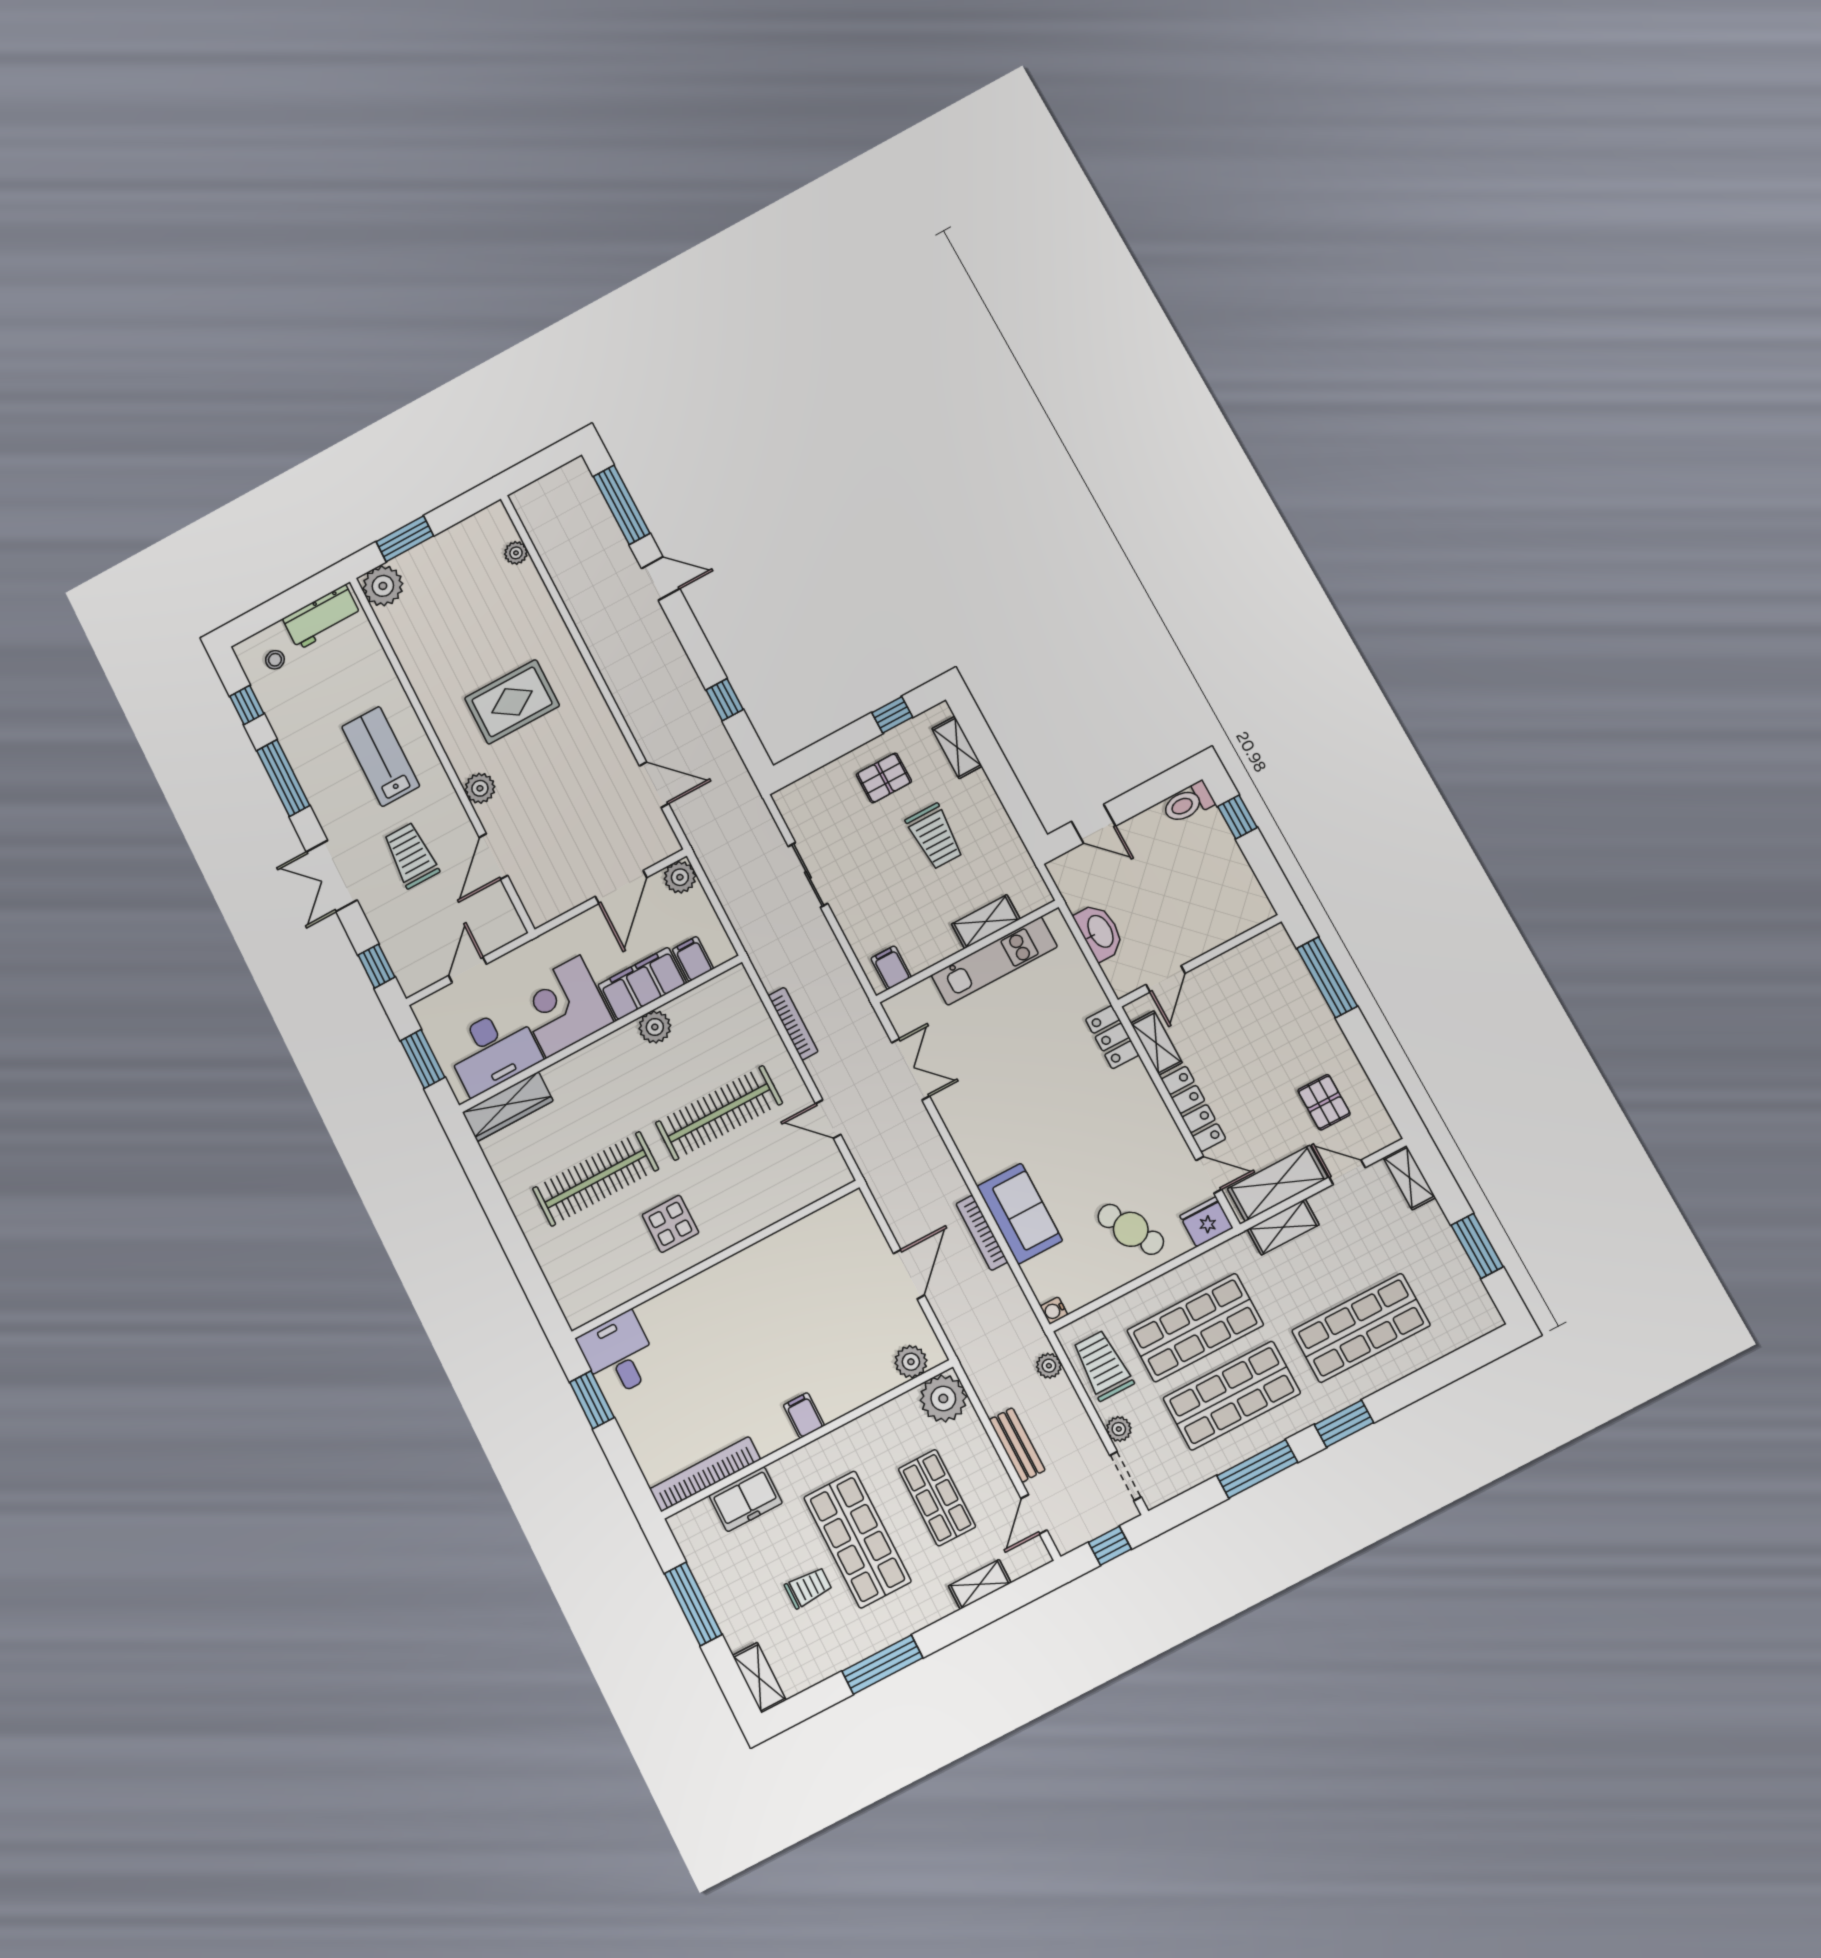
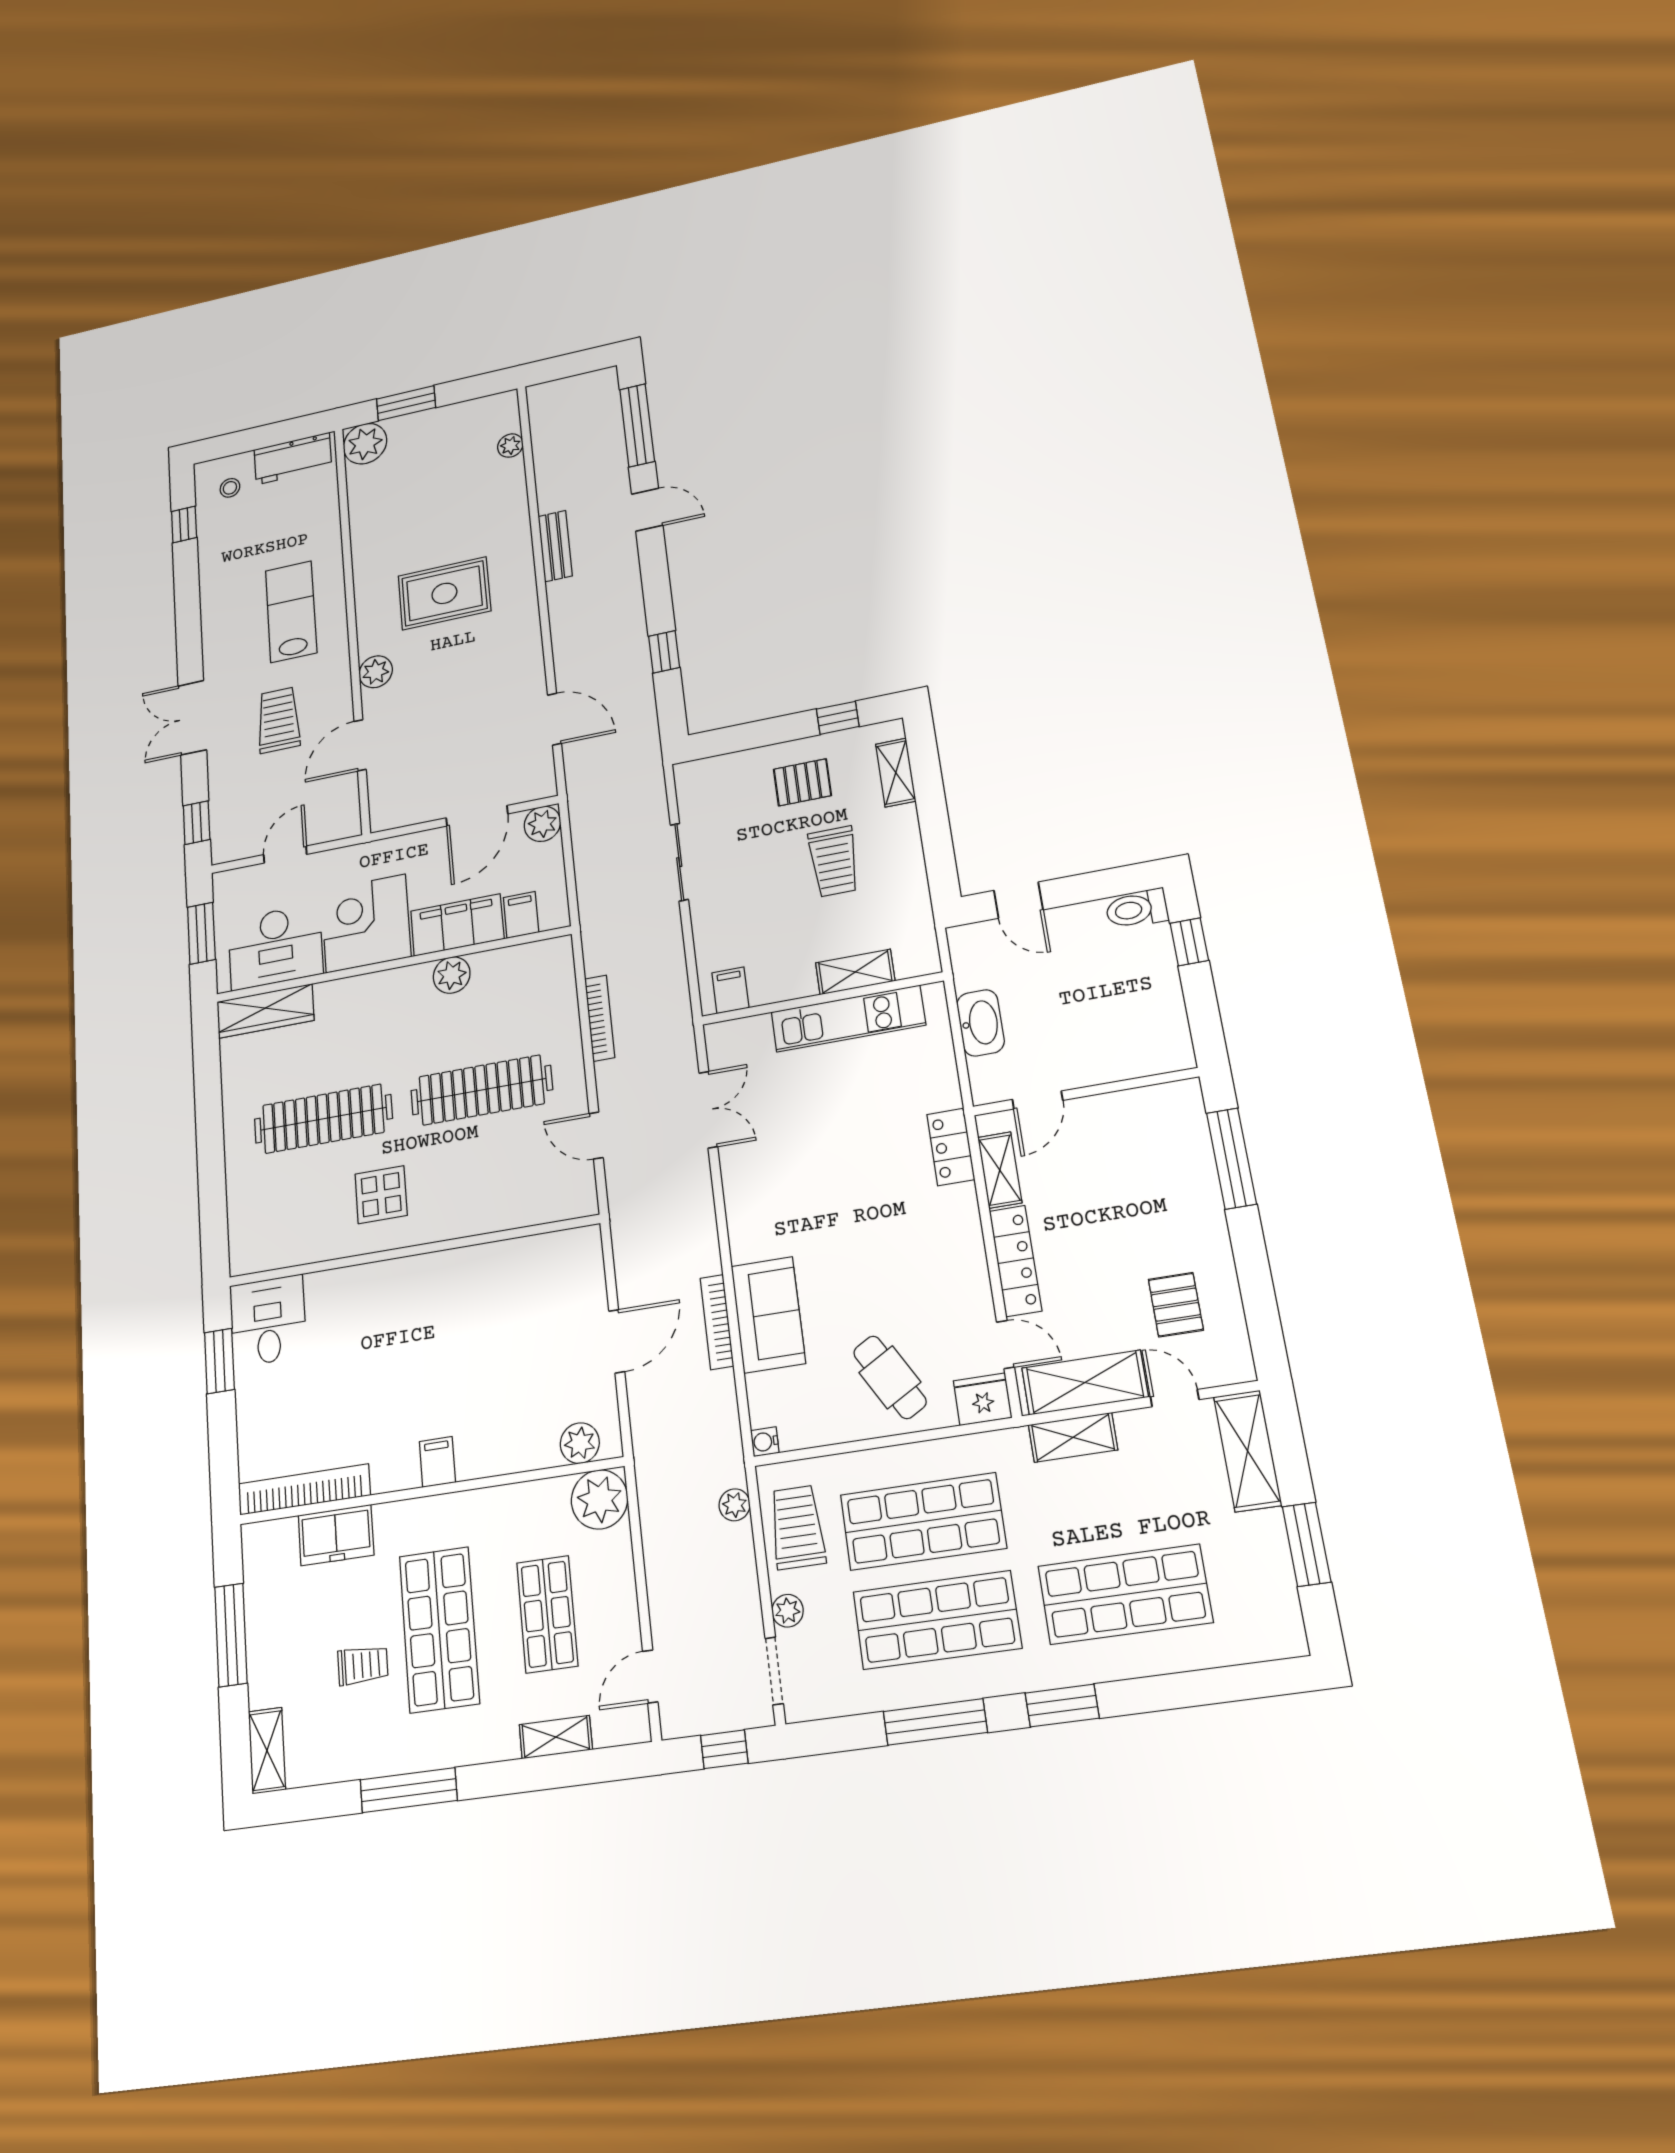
window: (283, 778) -> (187, 606), removed
shelving: (1409, 1178) -> (1248, 1451), width x1.50, depth x1.33
bench: (1017, 1445) -> (555, 546), moved

